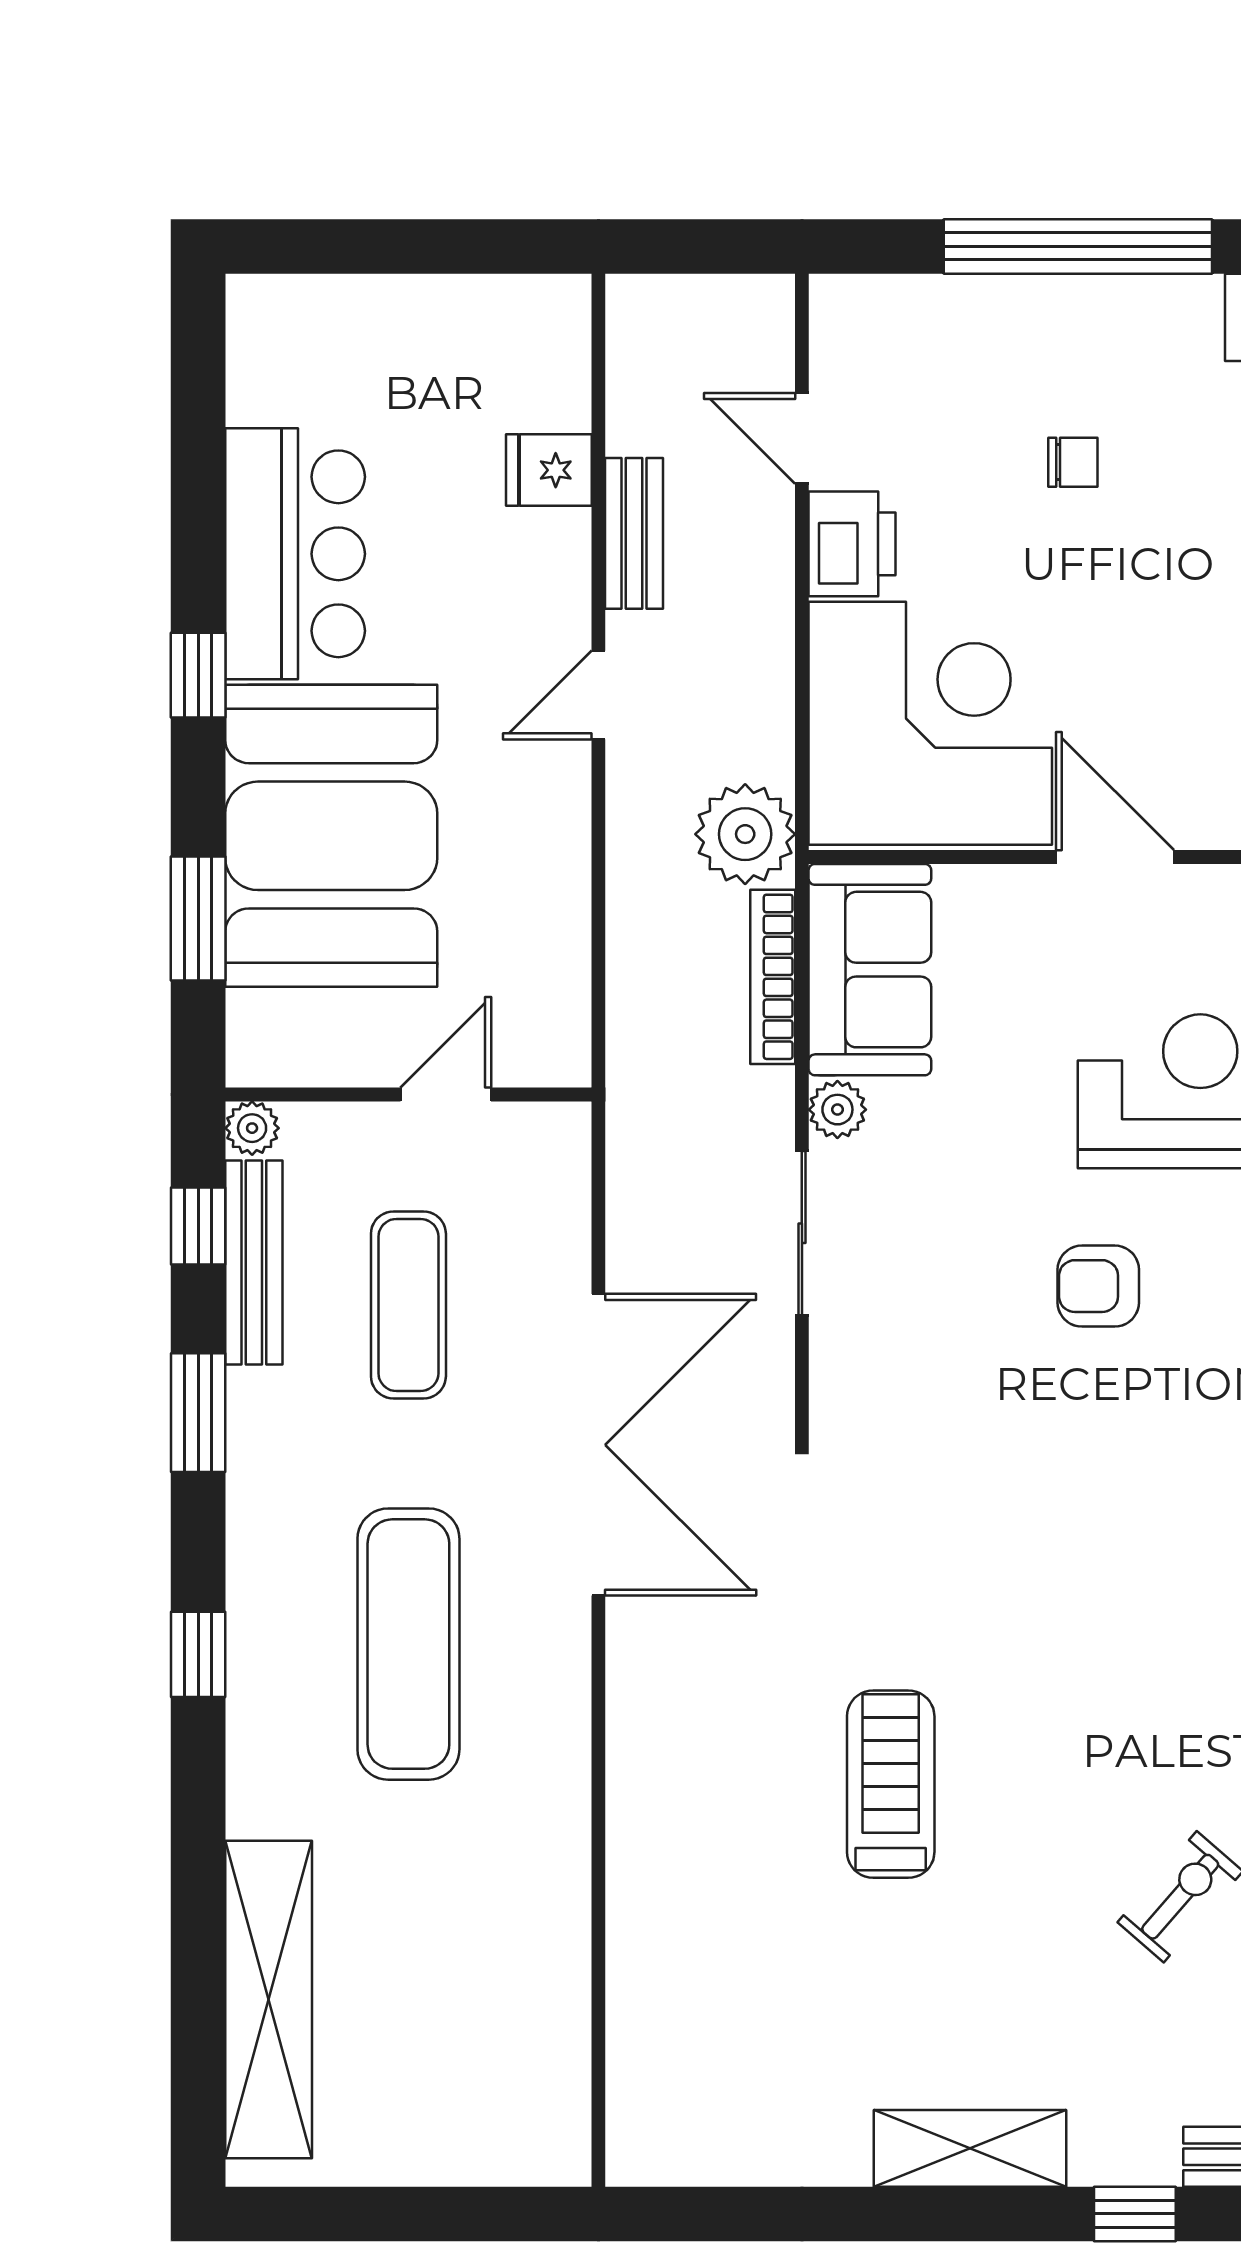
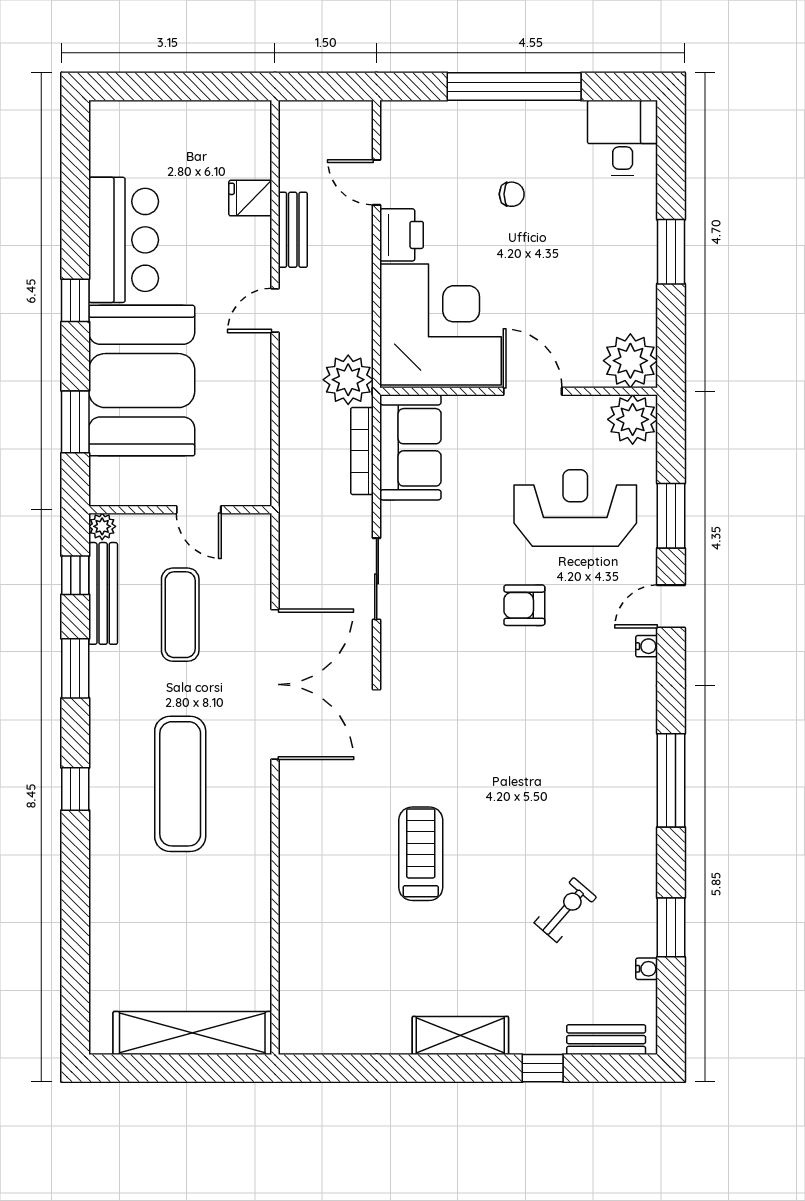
door: (446, 1095) -> (199, 510), swing flipped
plant: (837, 1110) -> (394, 517), removed
shelving: (269, 2000) -> (192, 1033), moved, turned 90

